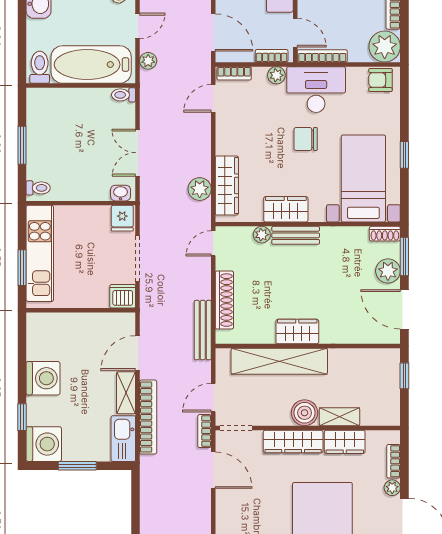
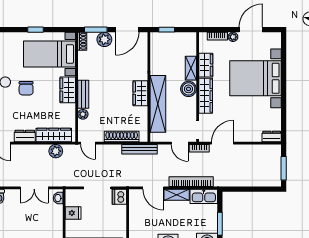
dresser: (225, 137) -> (25, 136), added
wardrobe: (286, 209) -> (68, 90), moved
fridge: (122, 218) -> (73, 213), moved

